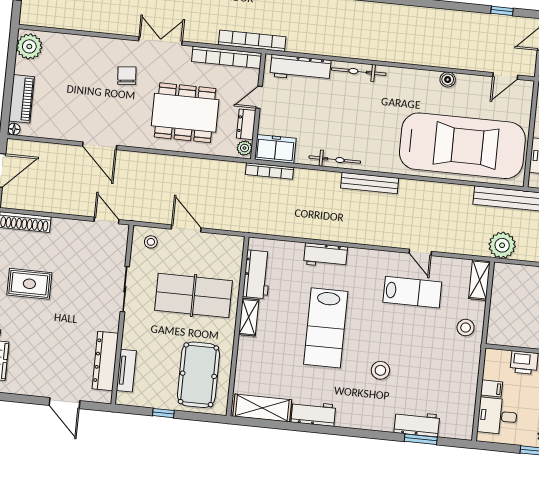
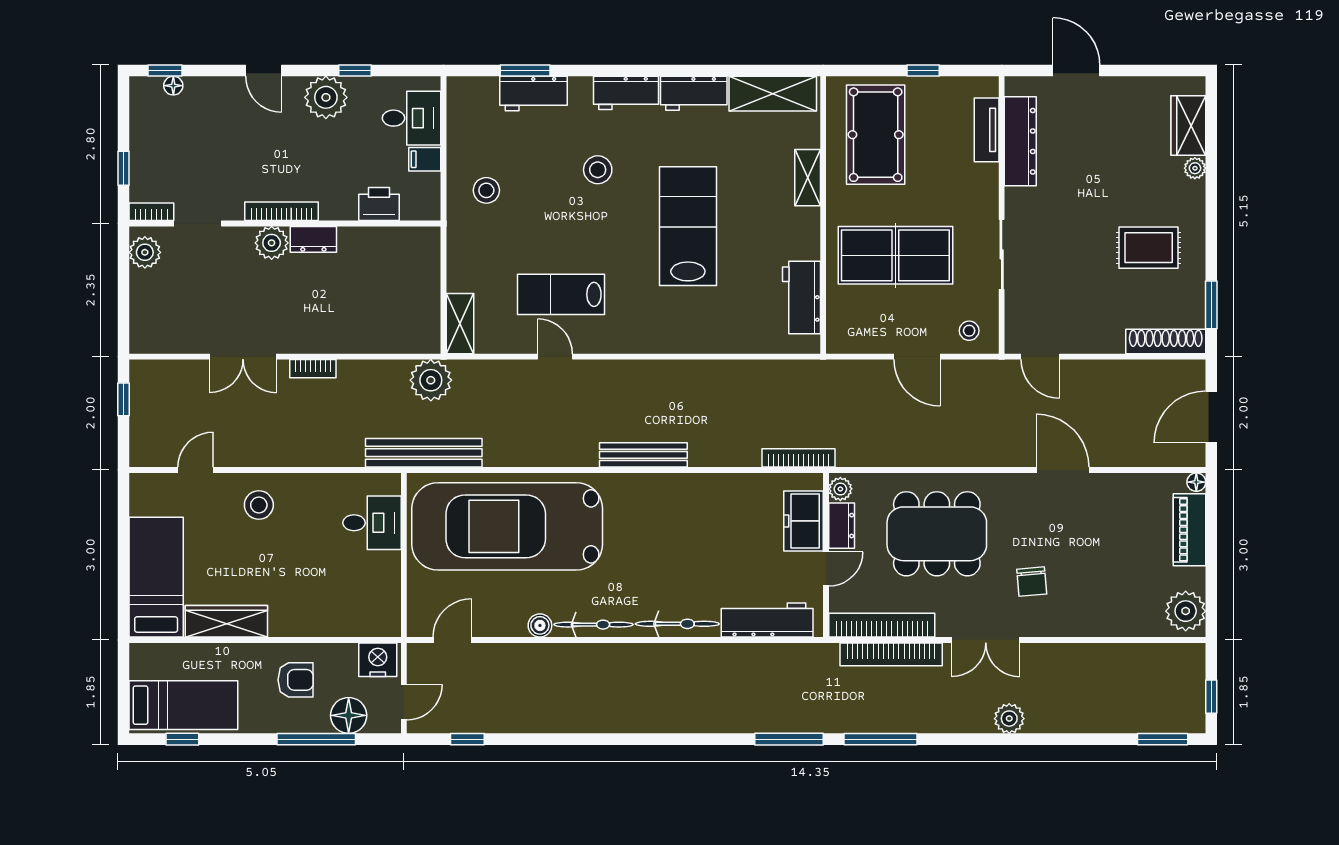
bookcase: (252, 41) -> (891, 654), moved
freezer: (275, 149) -> (804, 521), moved, turned 90
bicycle: (335, 160) -> (594, 625), moved, turned 180
workbench: (325, 255) -> (626, 93), moved, turned 180
shelving: (249, 317) -> (808, 178), moved
stool: (466, 328) -> (486, 190), moved

